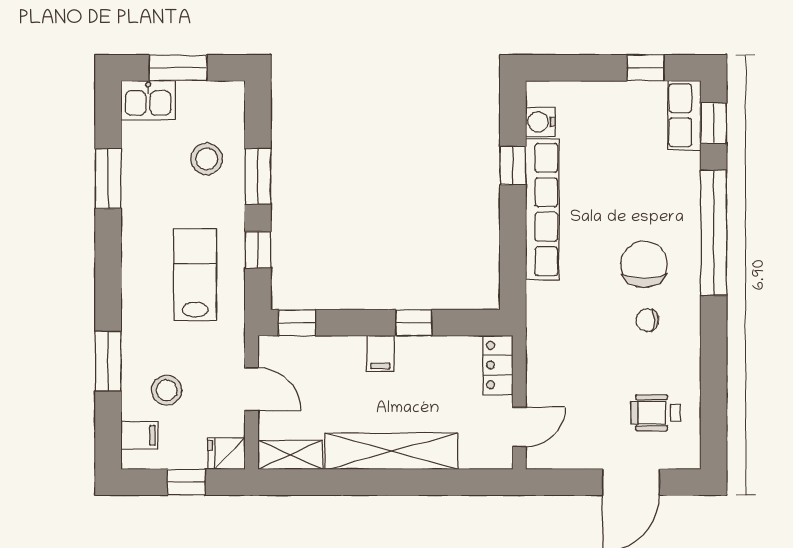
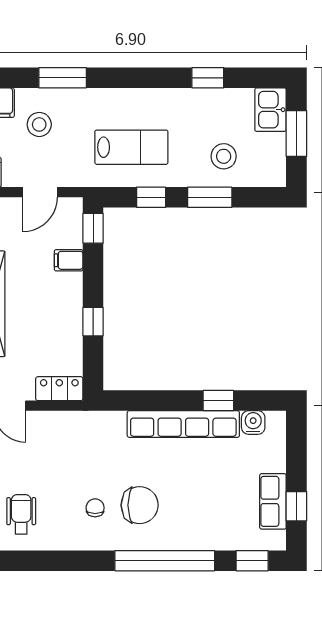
row of seats: (684, 115) -> (273, 501), moved, turned -90
window: (108, 179) -> (208, 78), width x0.67
filing cabinet: (380, 353) -> (69, 260), moved

